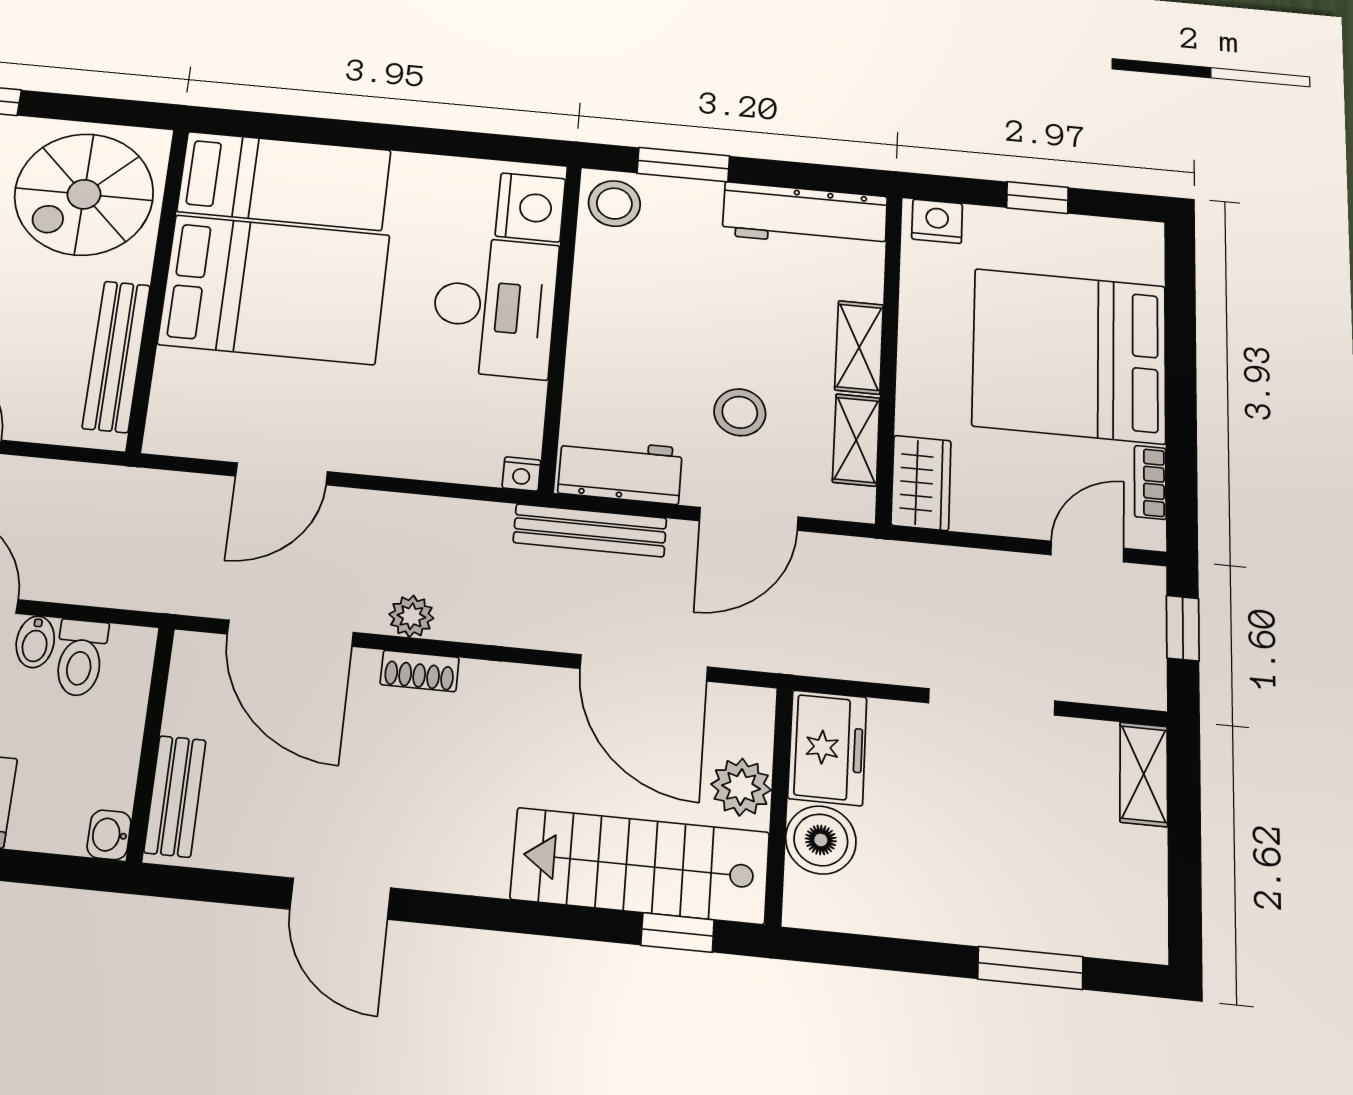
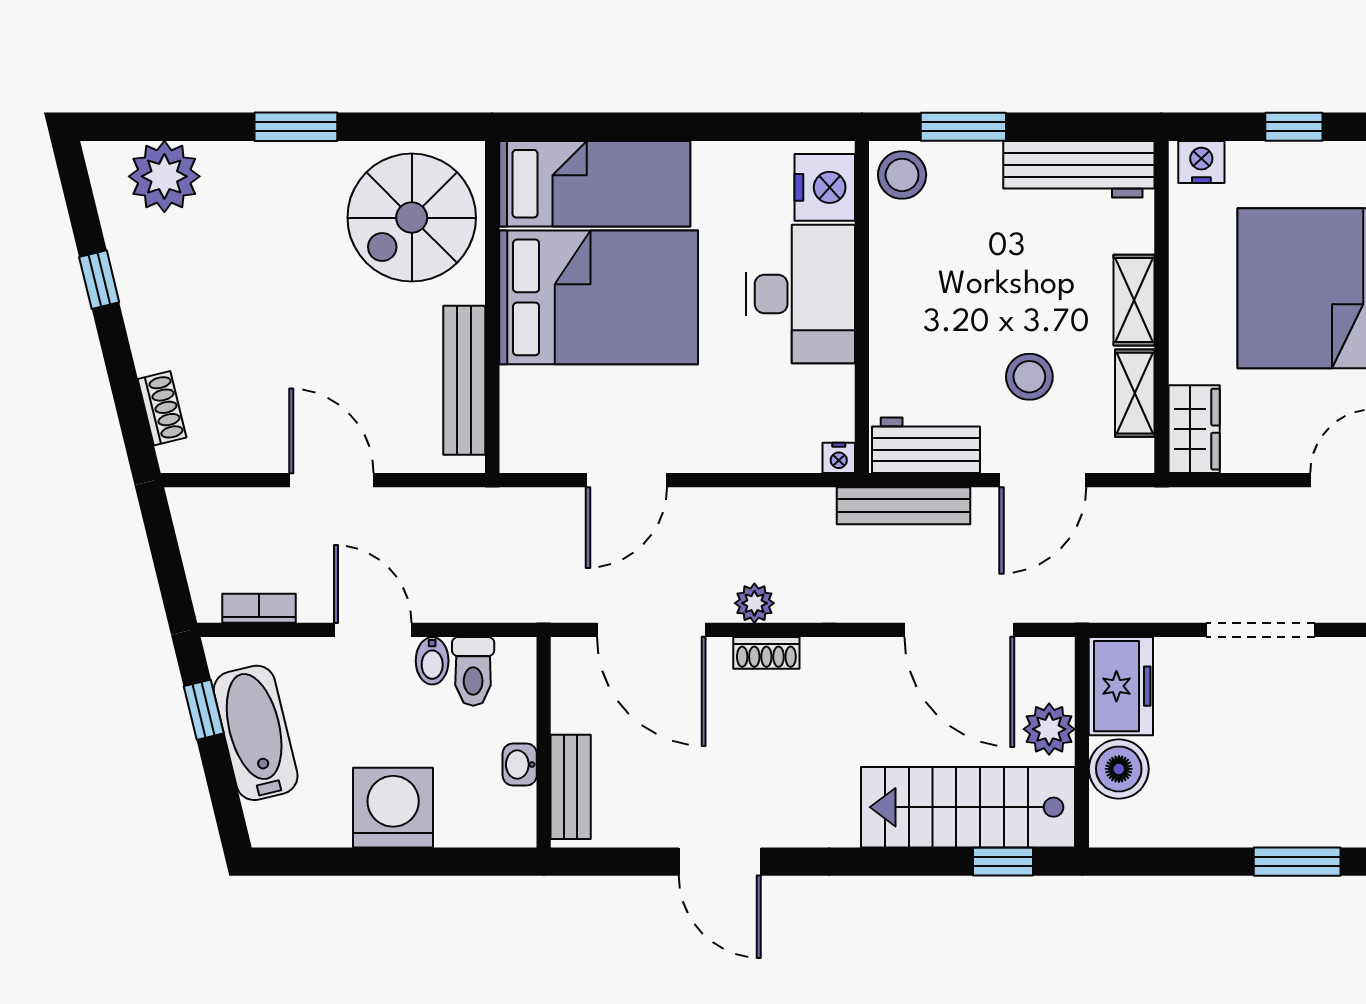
washbasin: (109, 835) -> (520, 765), moved

